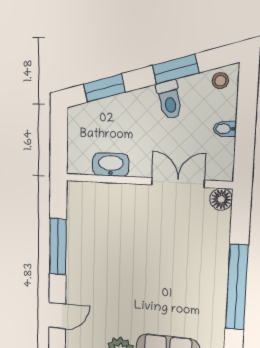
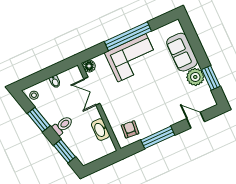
toilet: (170, 100) -> (63, 125), moved
armchair: (89, 211) -> (130, 129), added
corner sofa: (199, 274) -> (132, 58), added

